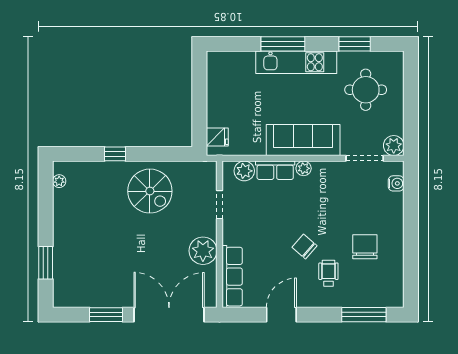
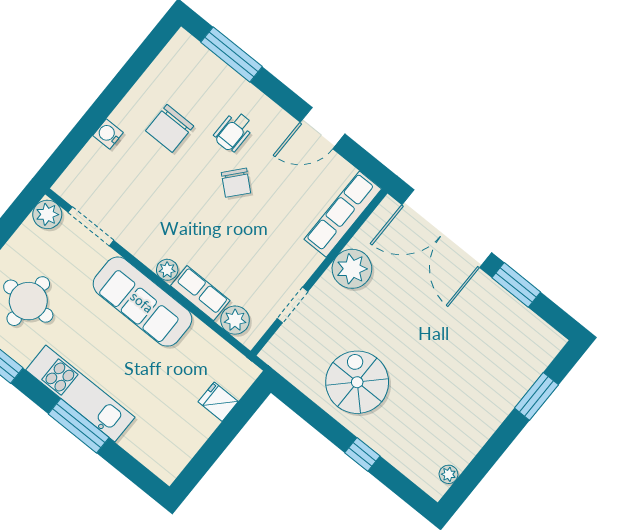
fridge: (217, 137) -> (218, 402), moved
water cooler: (396, 183) -> (108, 134), moved

